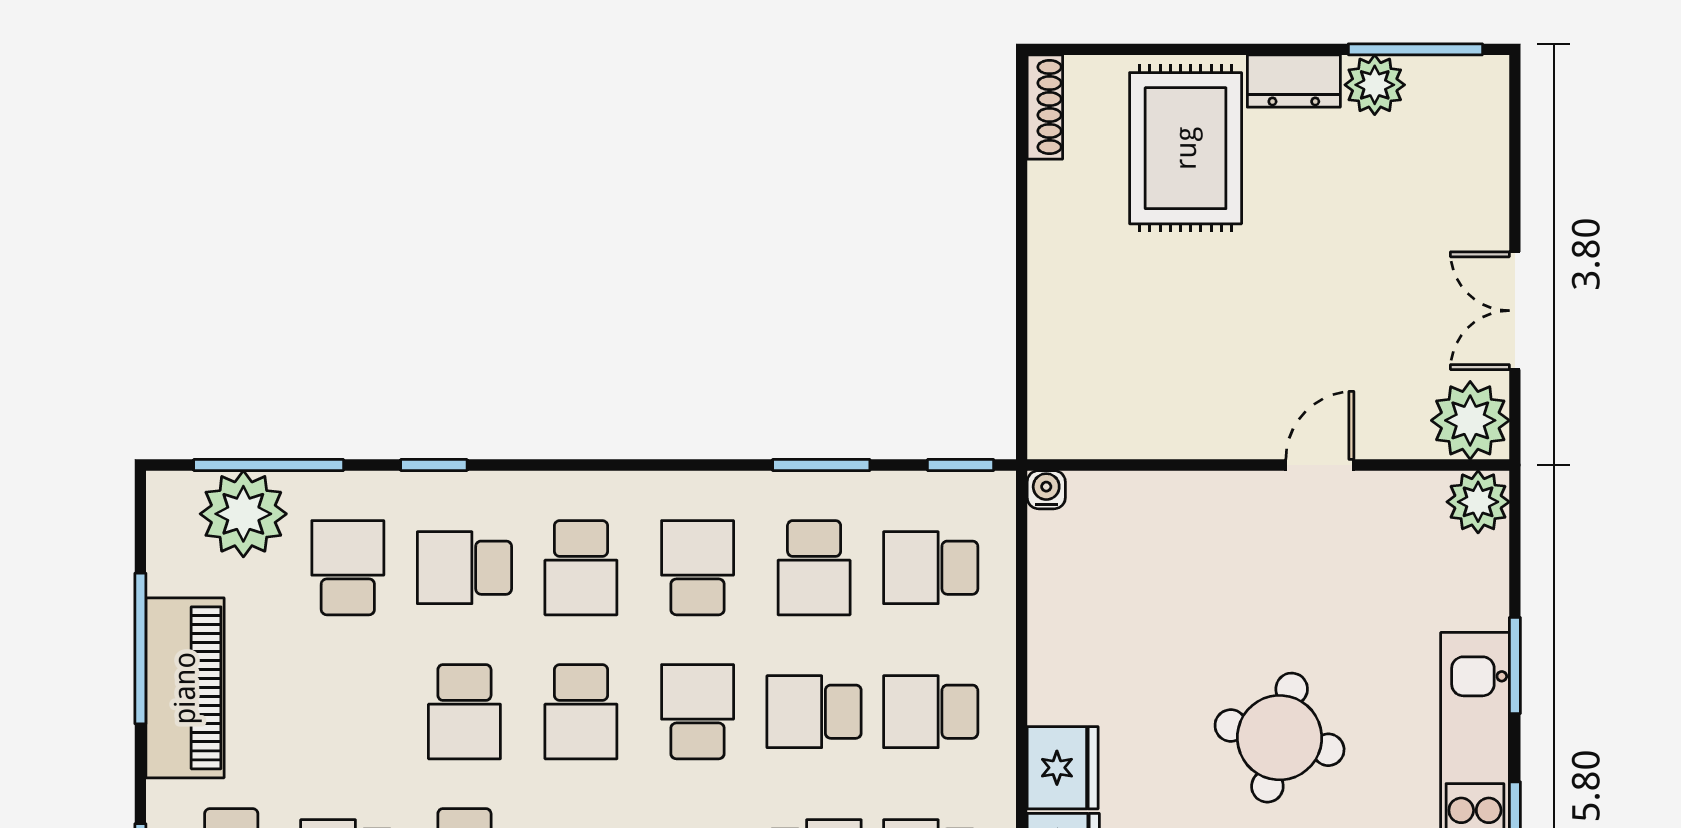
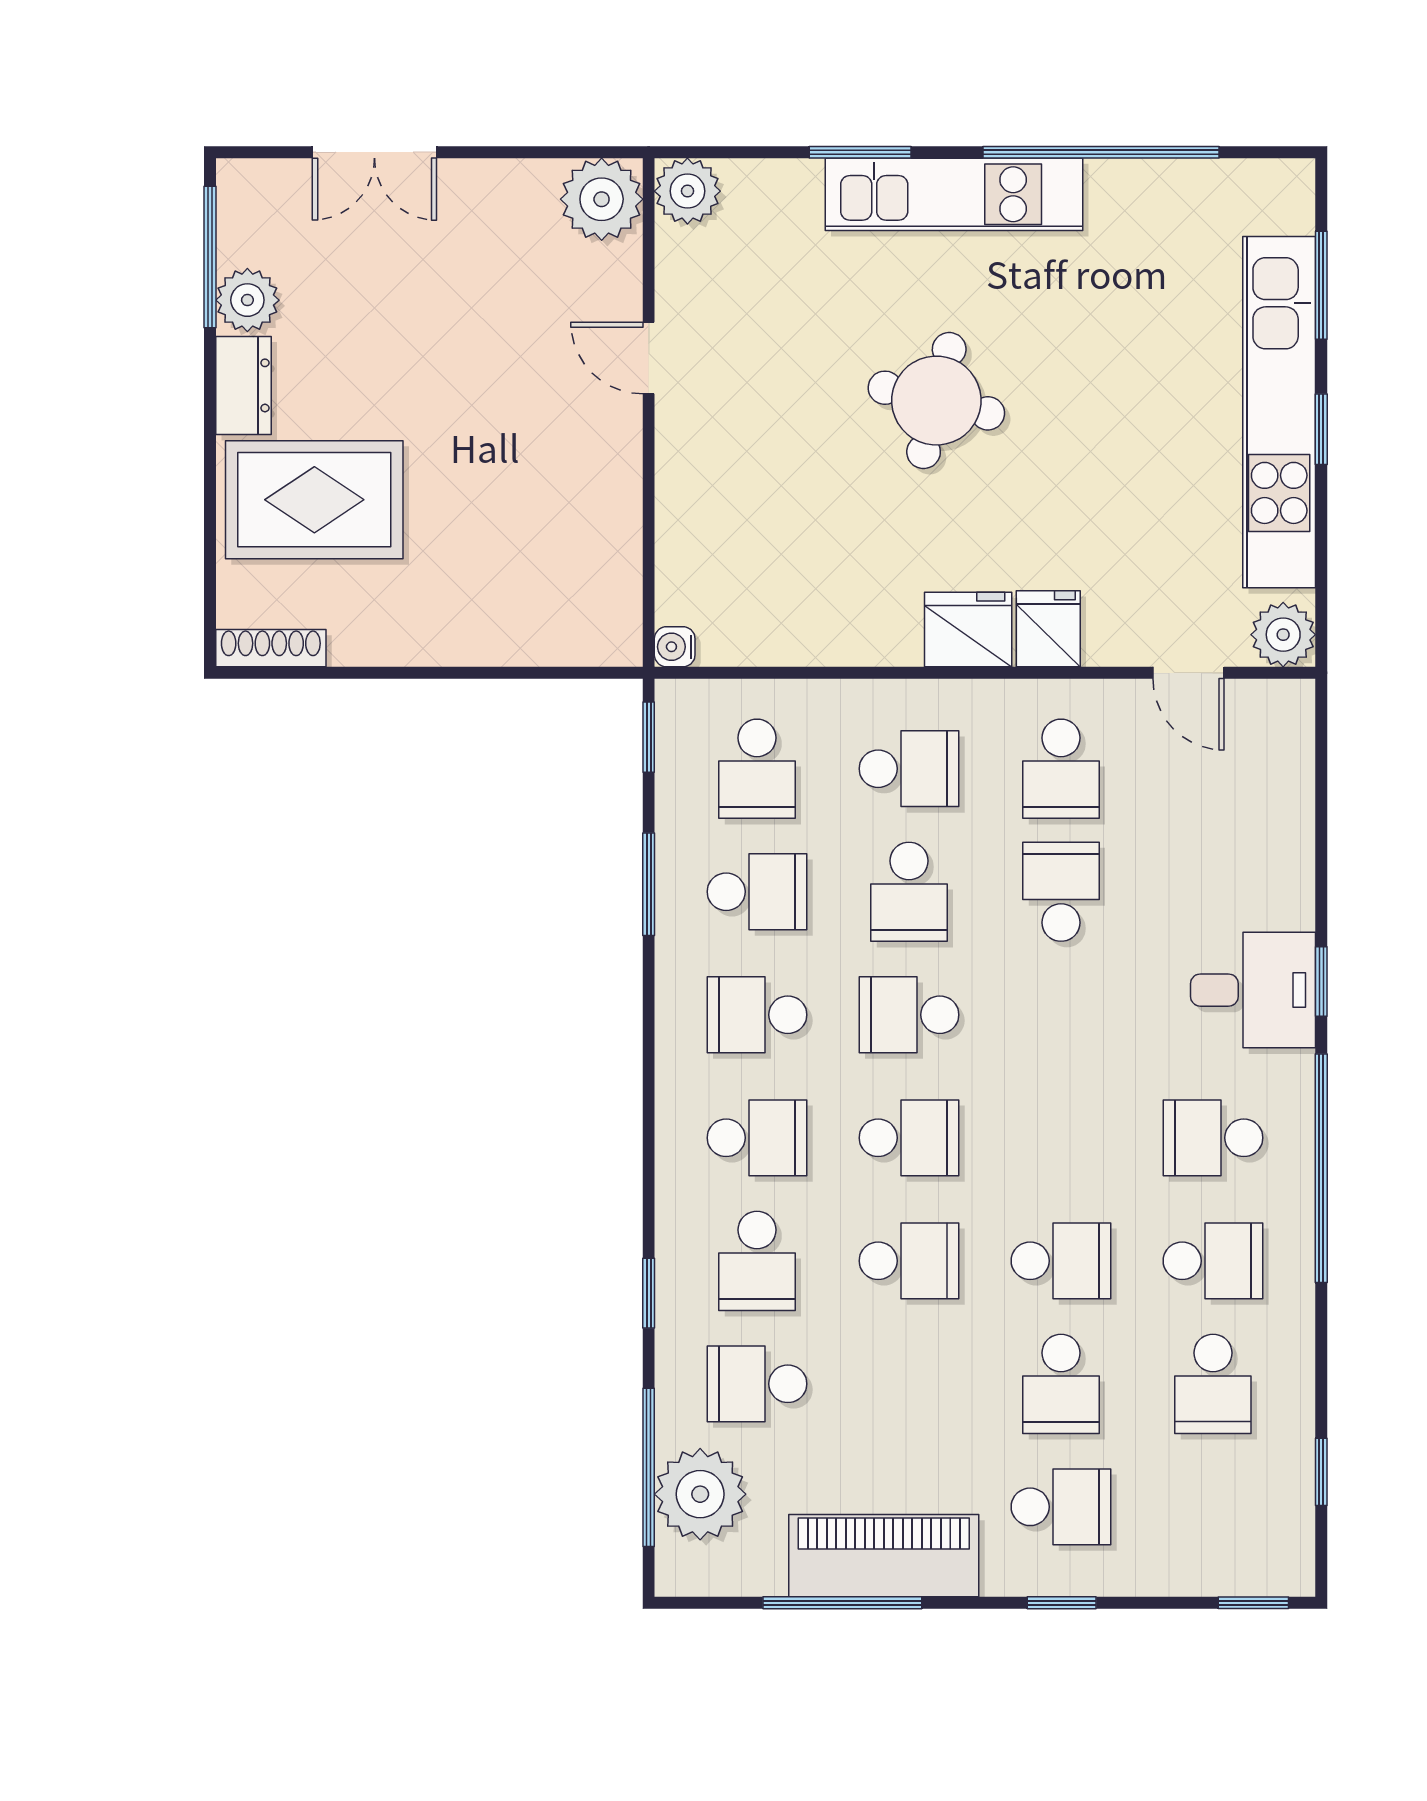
double door: (1515, 311) -> (374, 152), moved
school desk: (931, 712) -> (909, 769), turned -90

